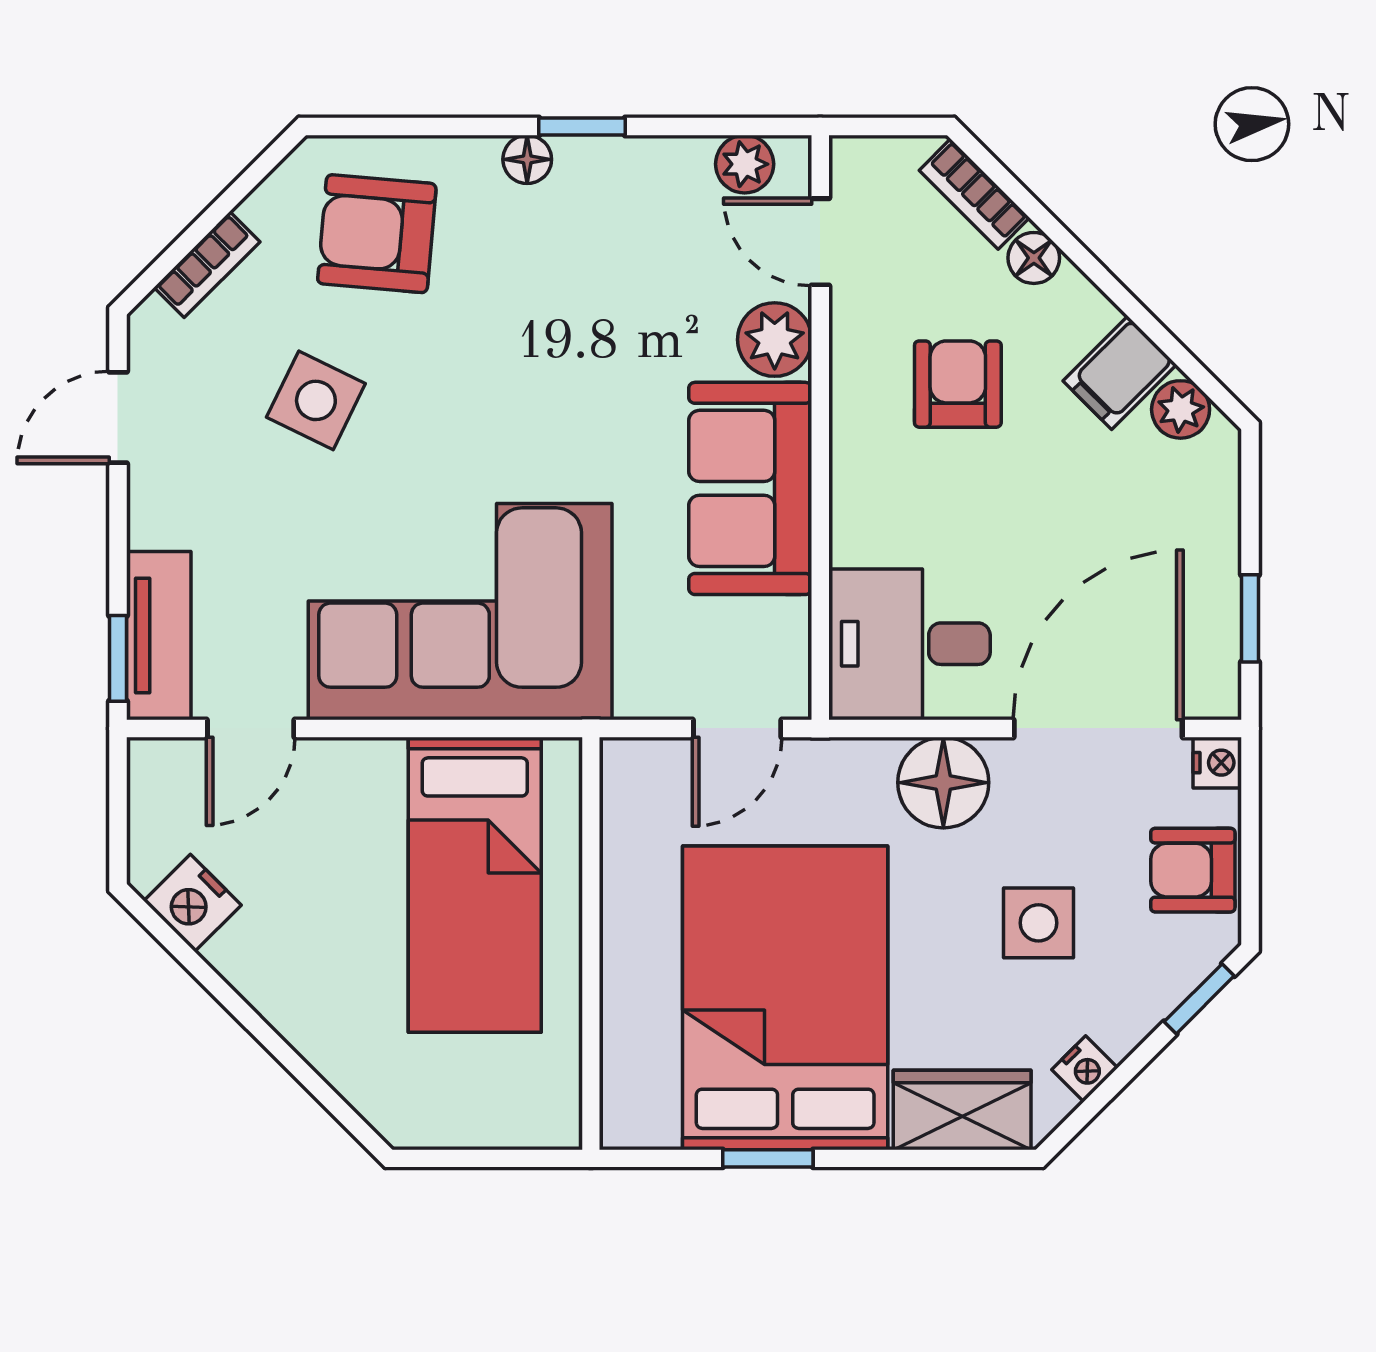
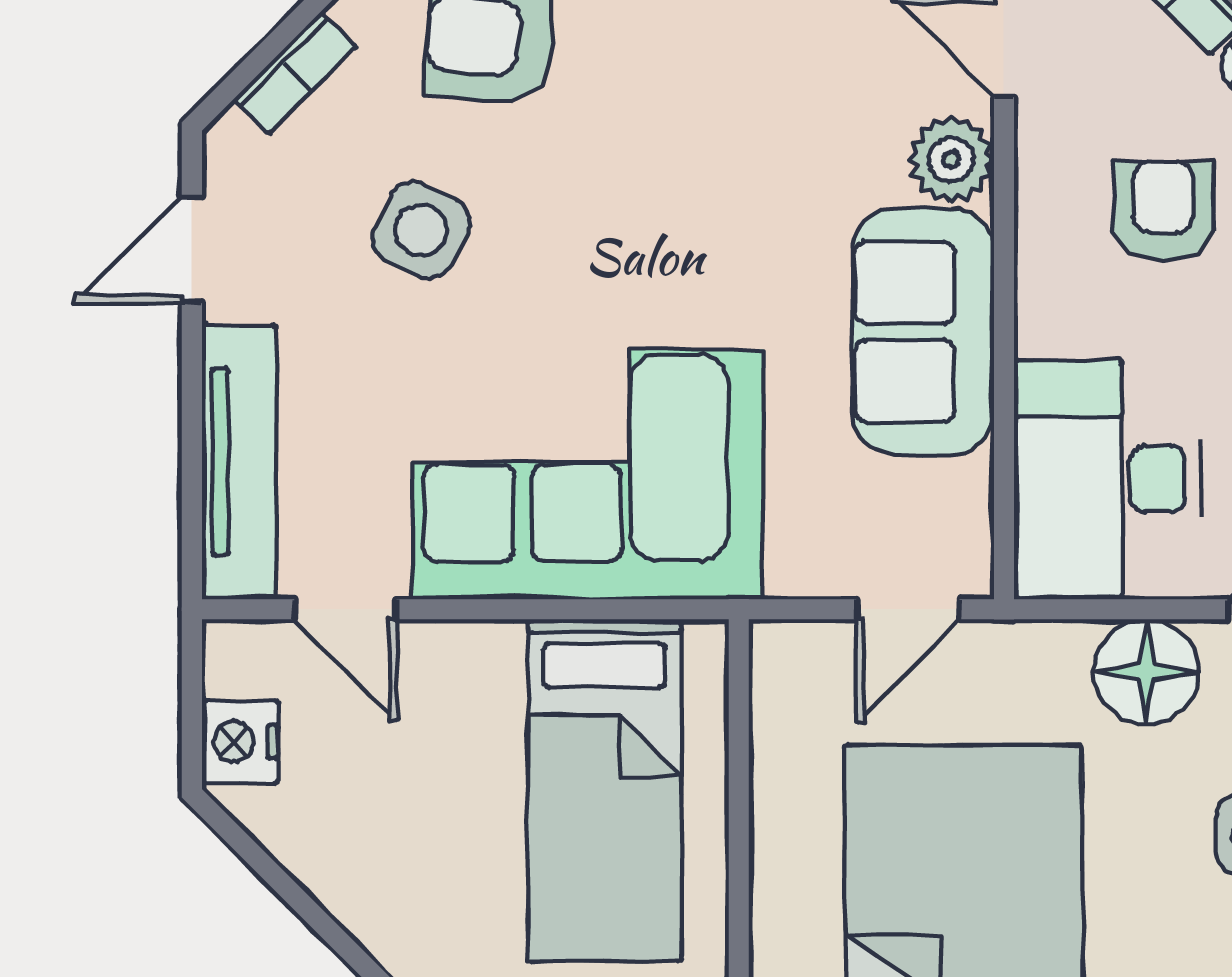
tv unit: (159, 636) -> (239, 462), width x1.41
desk: (909, 644) -> (1107, 479), width x1.37
window: (118, 658) -> (192, 528), removed
door: (251, 728) -> (345, 609), hinge flipped
nightstand: (192, 903) -> (240, 742), moved, turned 45

